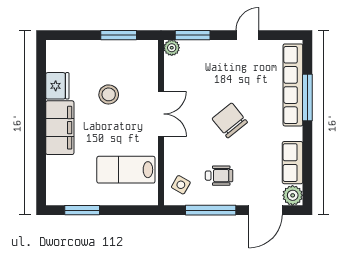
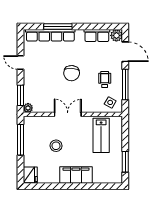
window: (119, 35) -> (20, 140), width x1.44
fridge: (57, 86) -> (30, 175), moved, turned 90
chair: (230, 120) -> (72, 73), turned -47

